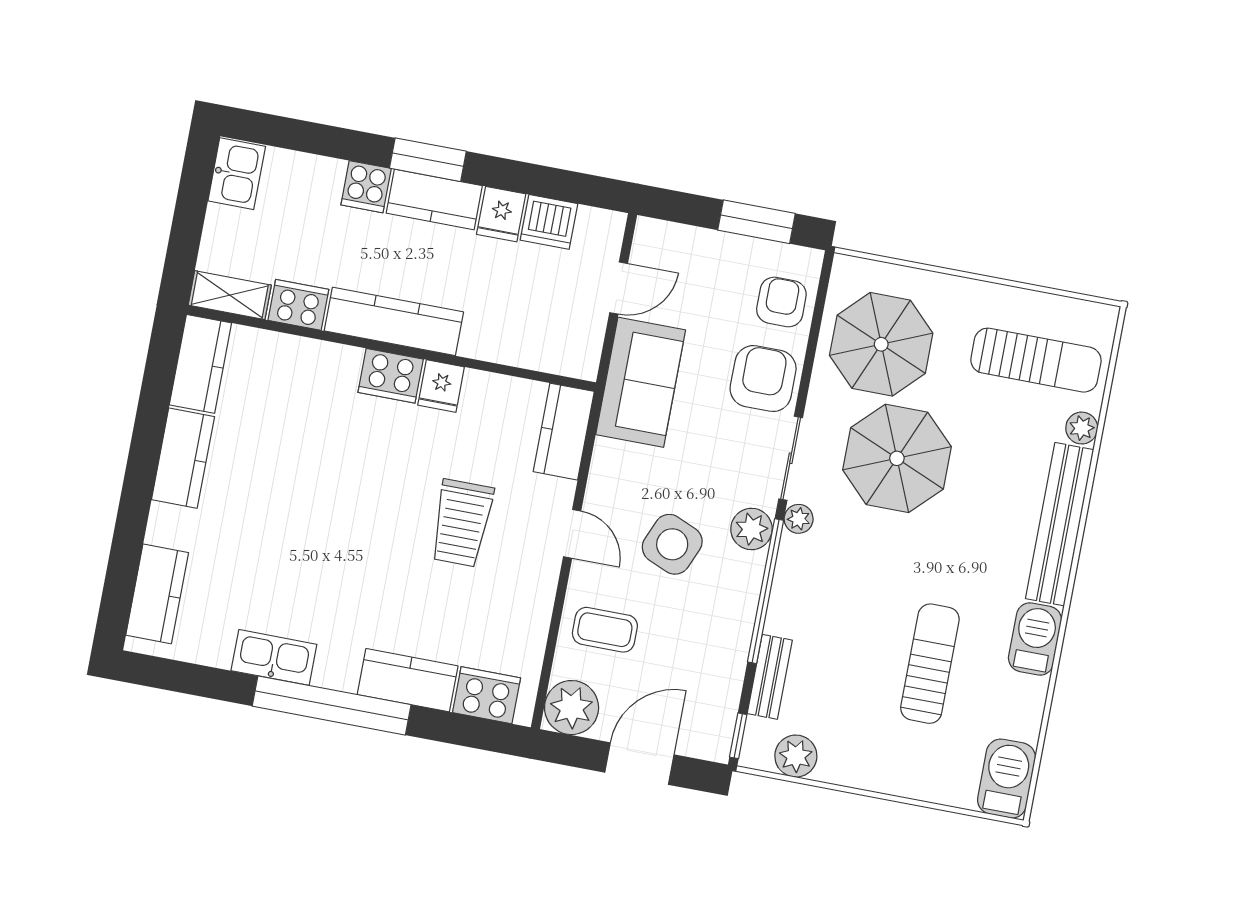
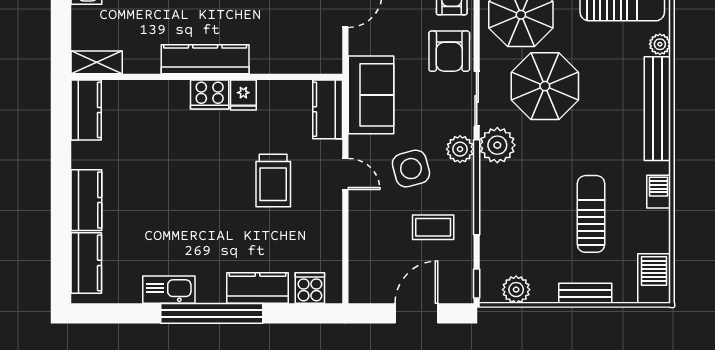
cooker: (298, 305) -> (142, 60), removed
armchair: (763, 379) -> (449, 51), turned 180
sofa: (641, 382) -> (371, 95), moved
kitchen counter: (183, 458) -> (86, 200), moved
plant: (799, 519) -> (497, 145), width x1.88, depth x1.88
side table: (672, 544) -> (411, 169), turned -38
coffee table: (605, 630) -> (433, 227), moved
barbecue: (1035, 639) -> (659, 192), width x0.73, depth x0.79
bench: (770, 677) -> (585, 293), moved, turned 90
cooker: (486, 695) -> (310, 288), width x0.73
plant: (572, 708) -> (366, 286), removed

